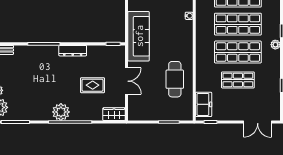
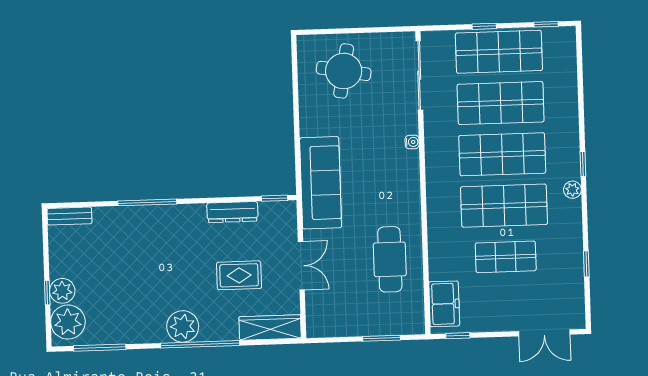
dresser: (73, 51) -> (232, 212), moved
wardrobe: (114, 114) -> (270, 327), width x1.50

